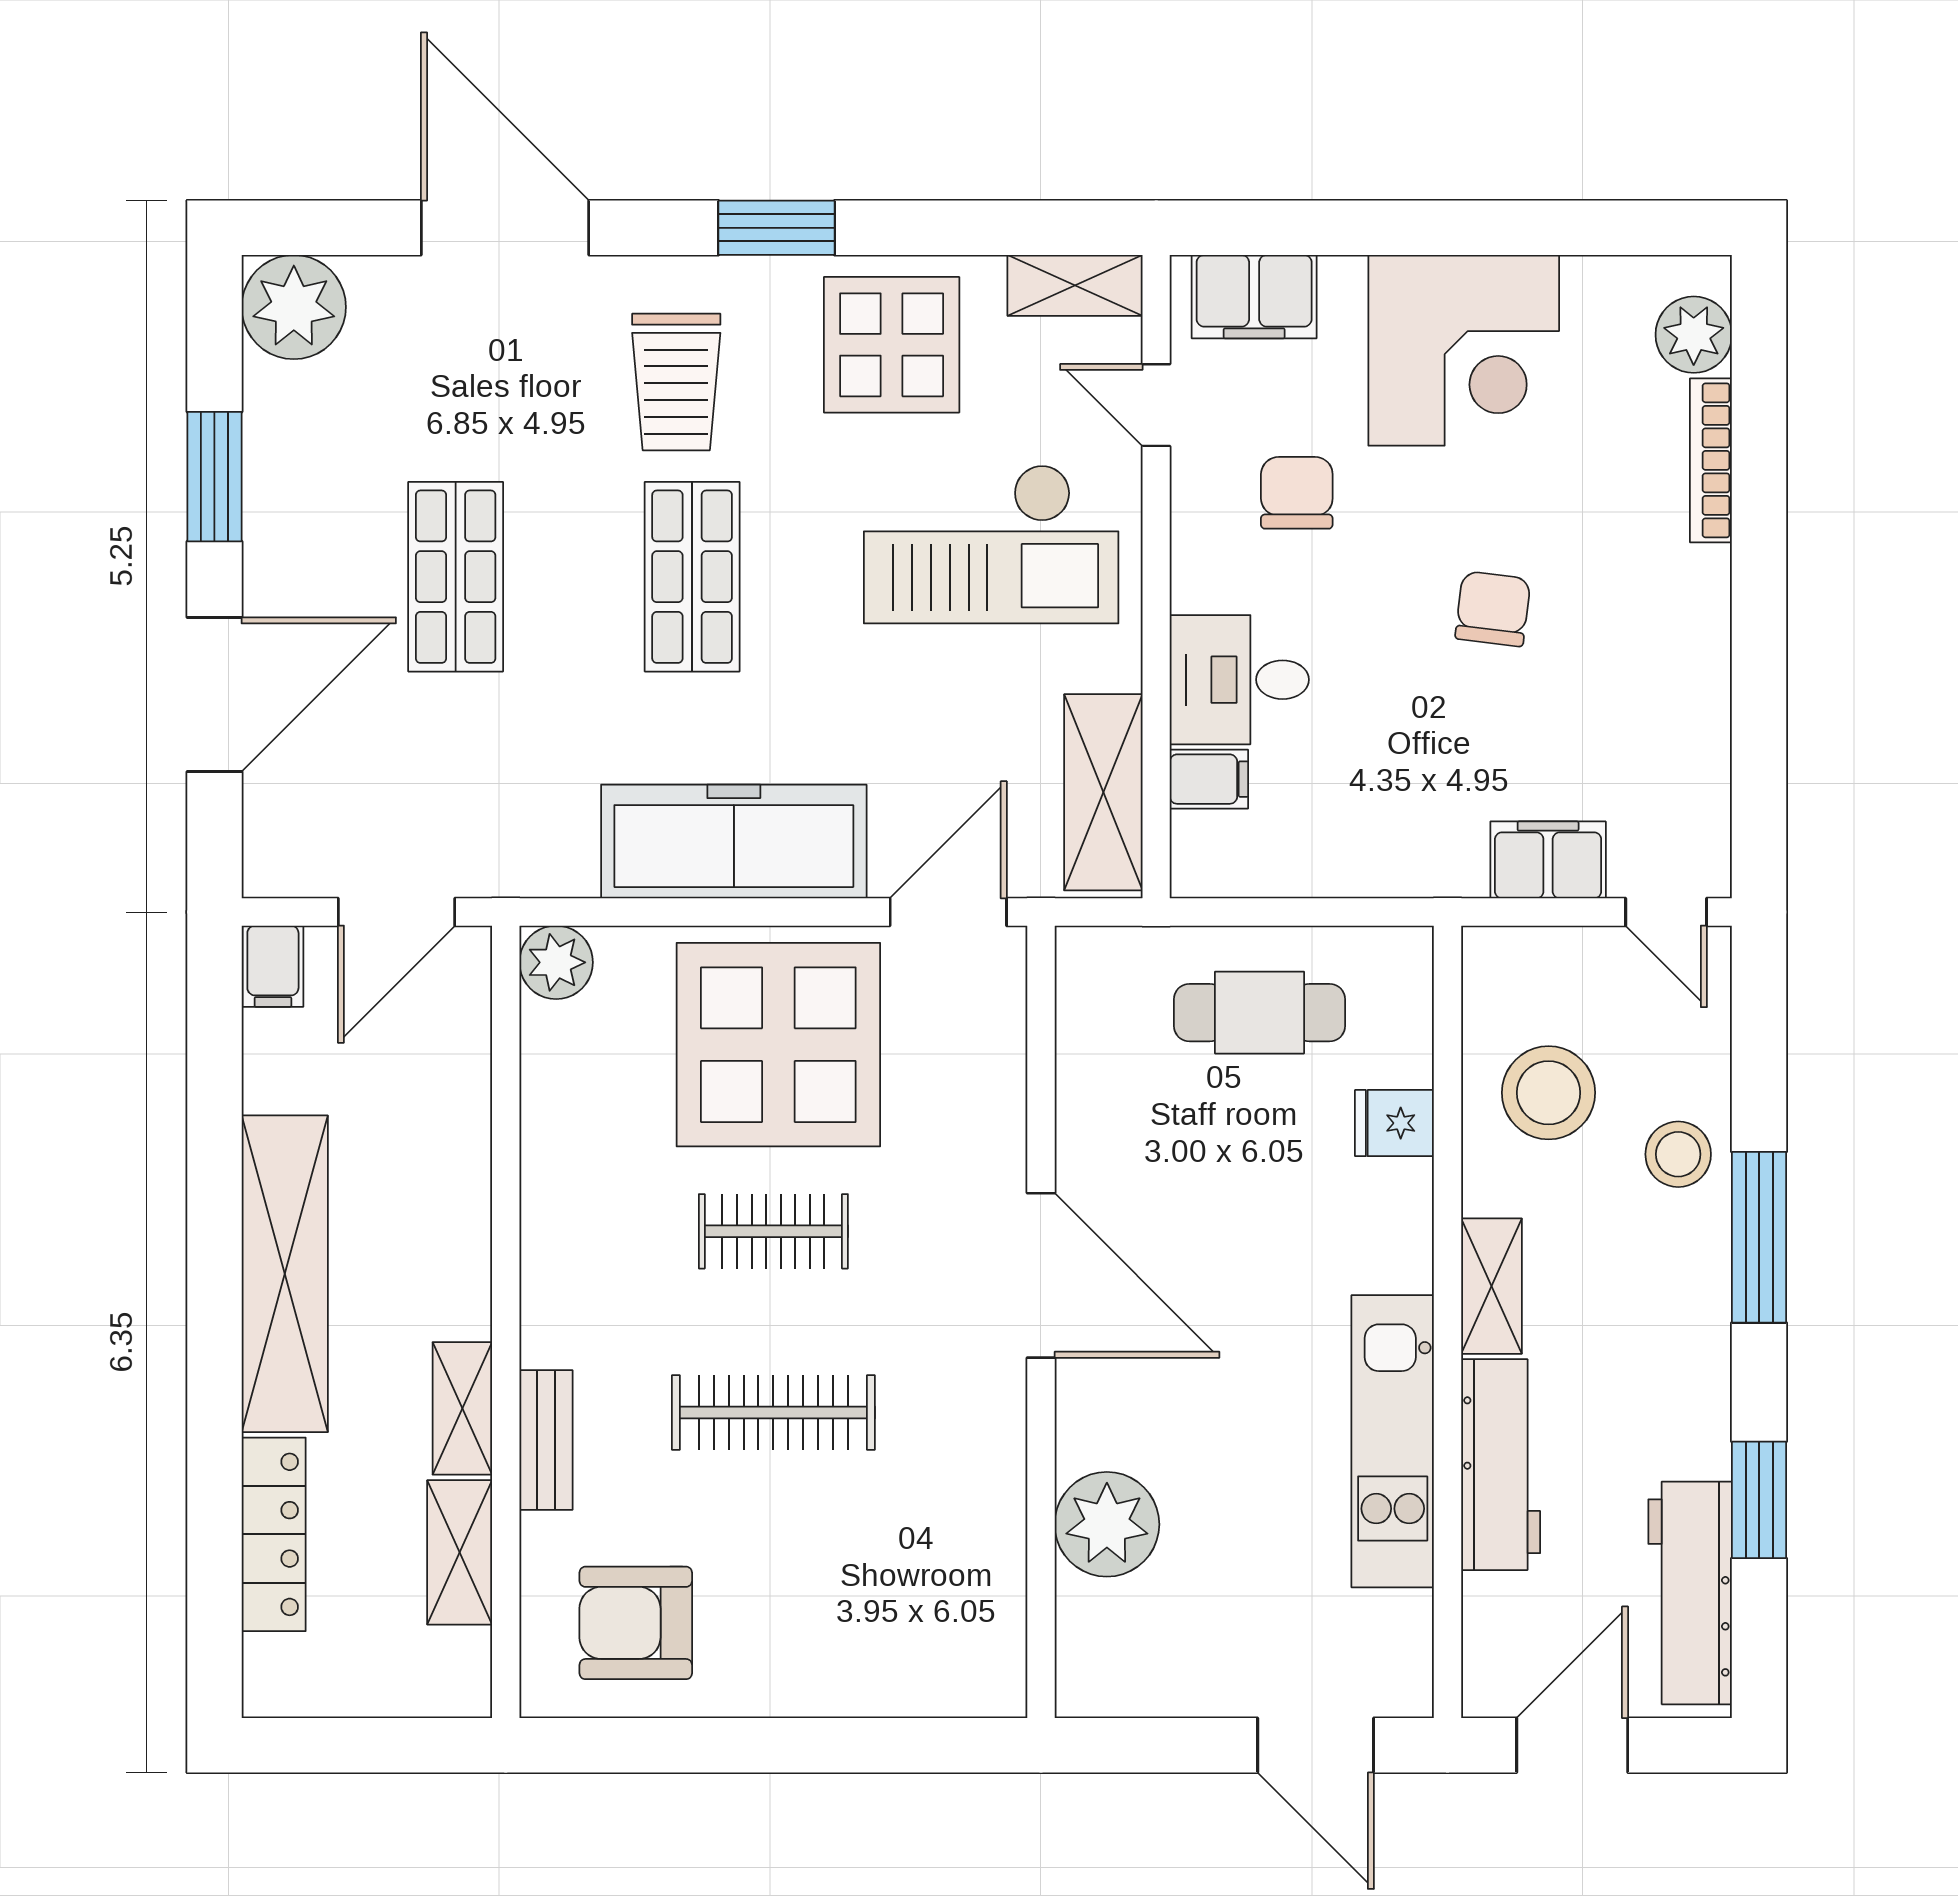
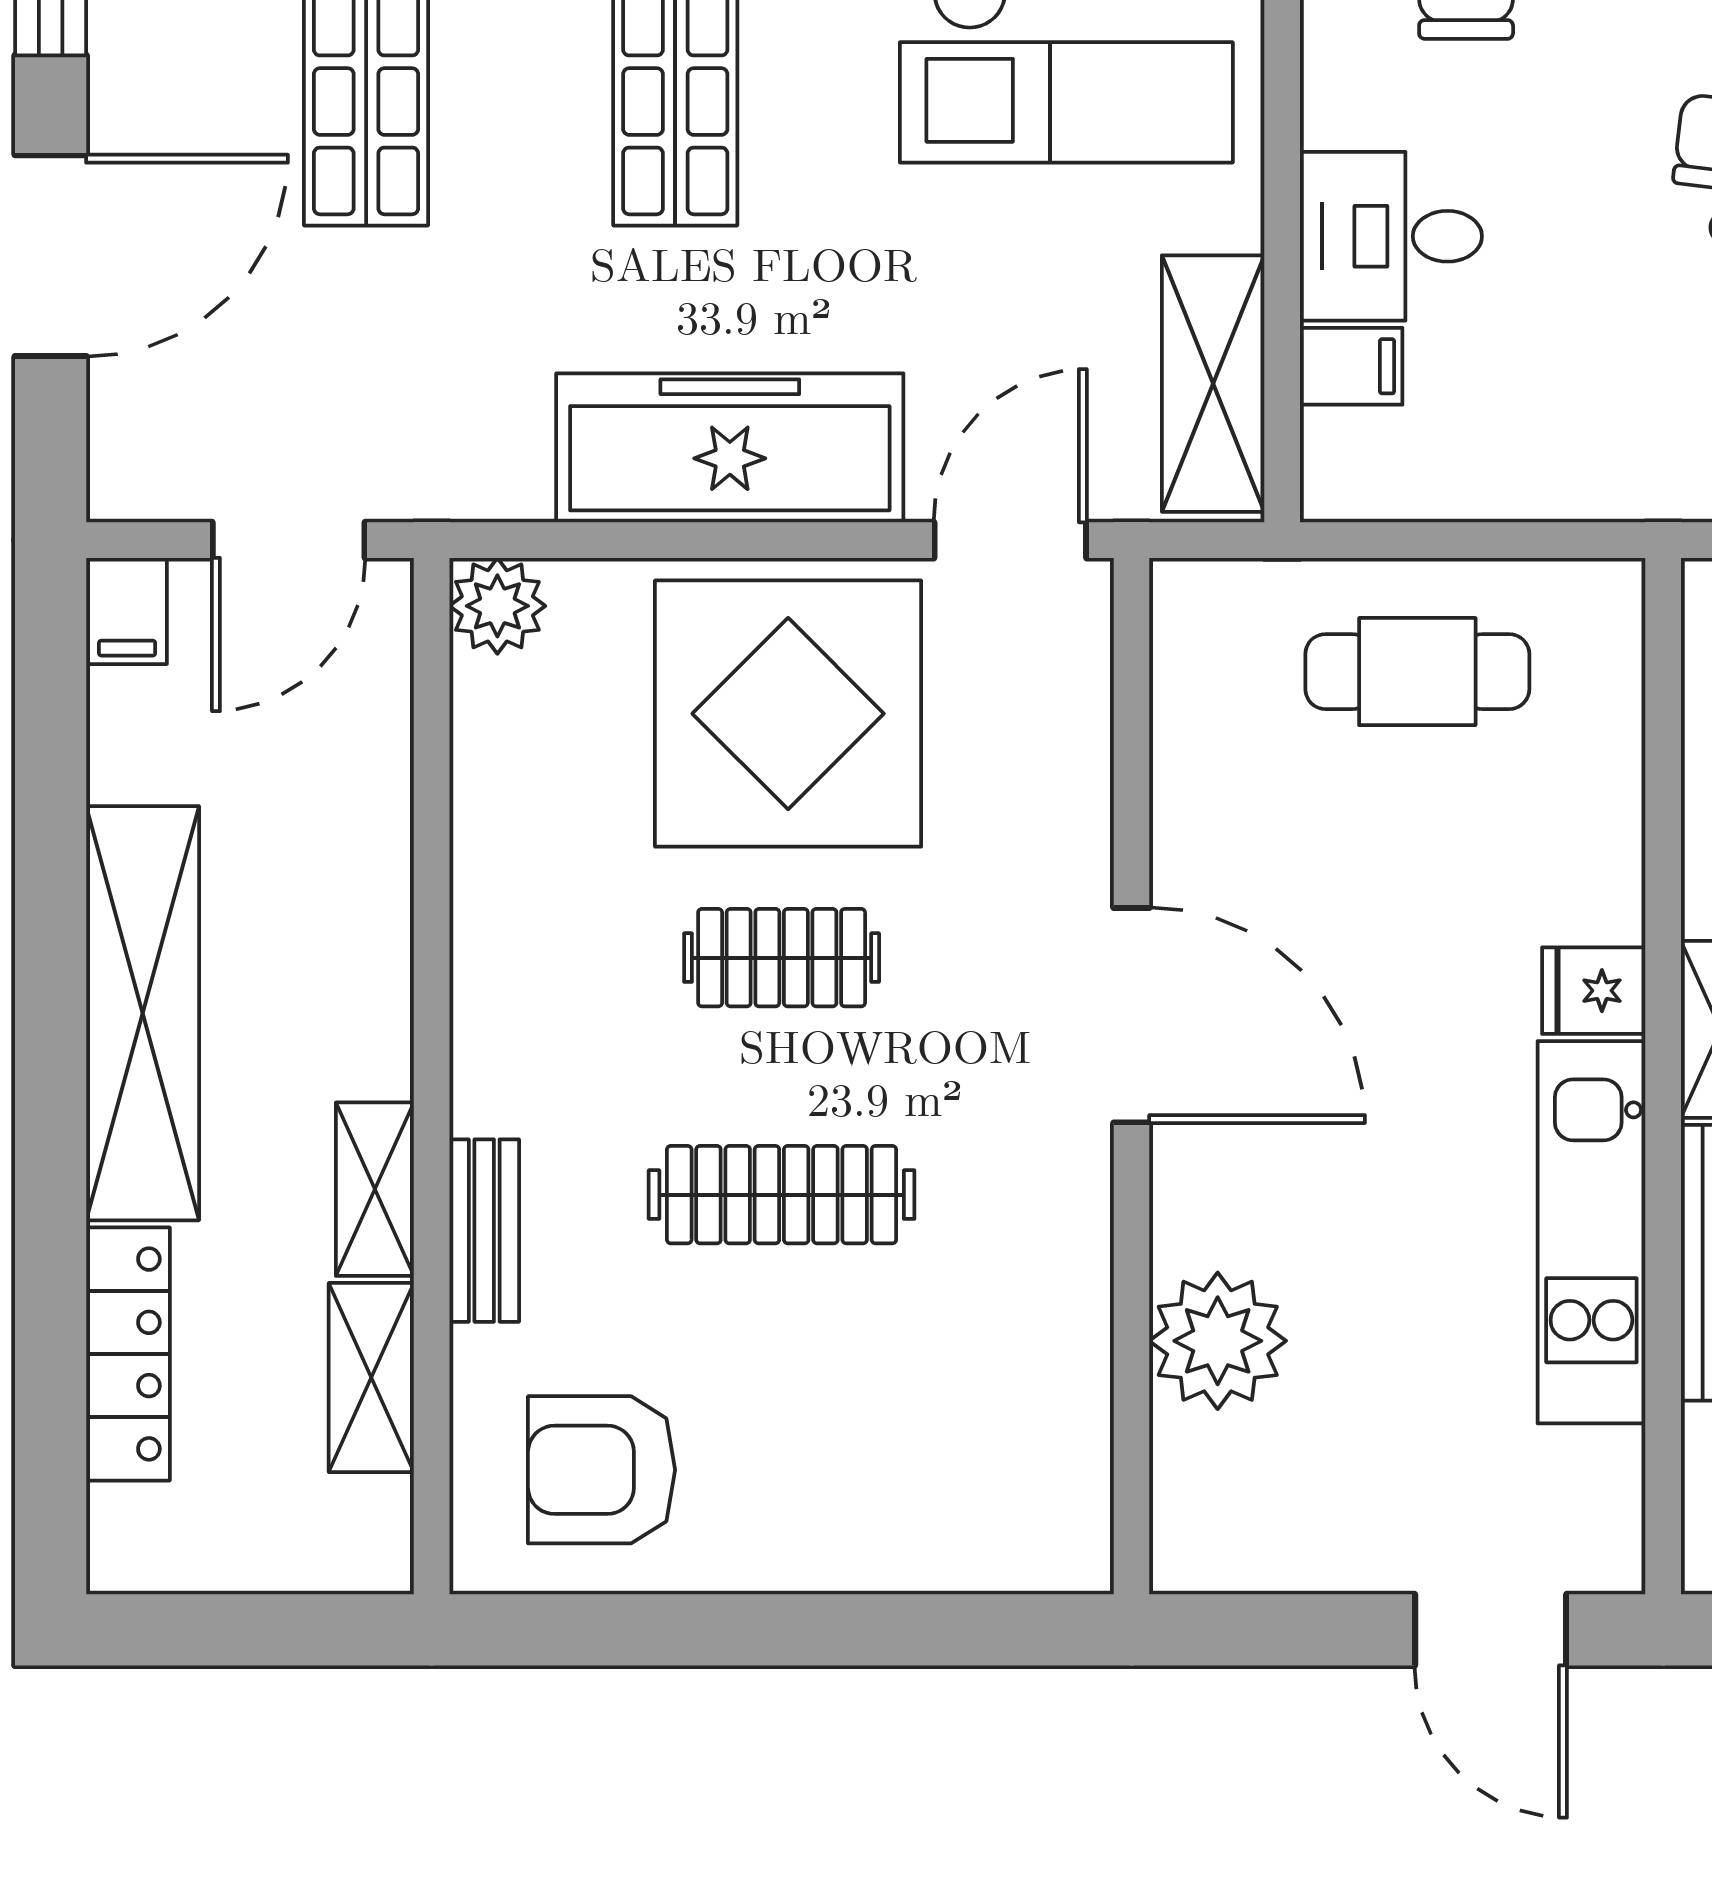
fridge: (1394, 1123) -> (1594, 991), moved

